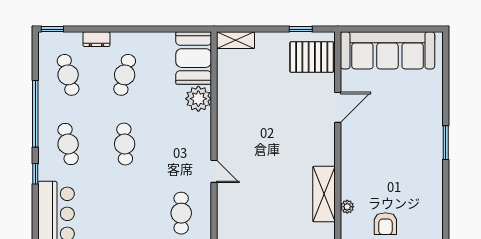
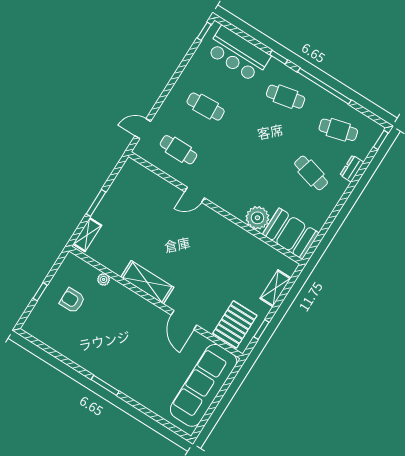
shelving: (236, 40) -> (275, 288), moved
cafe table: (125, 144) -> (206, 107), moved
shelving: (324, 194) -> (147, 282), moved

